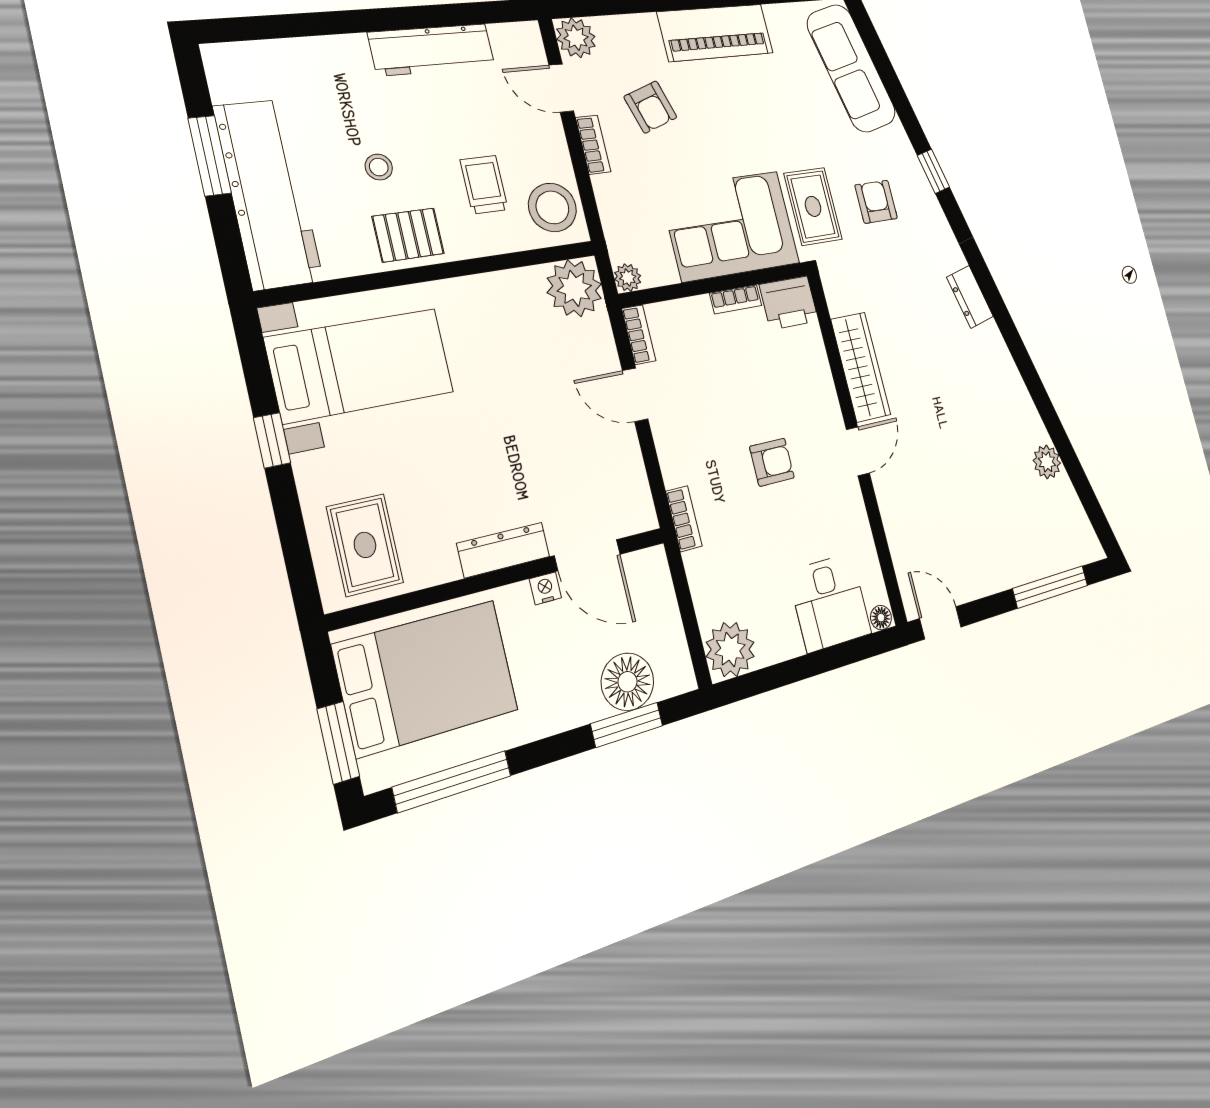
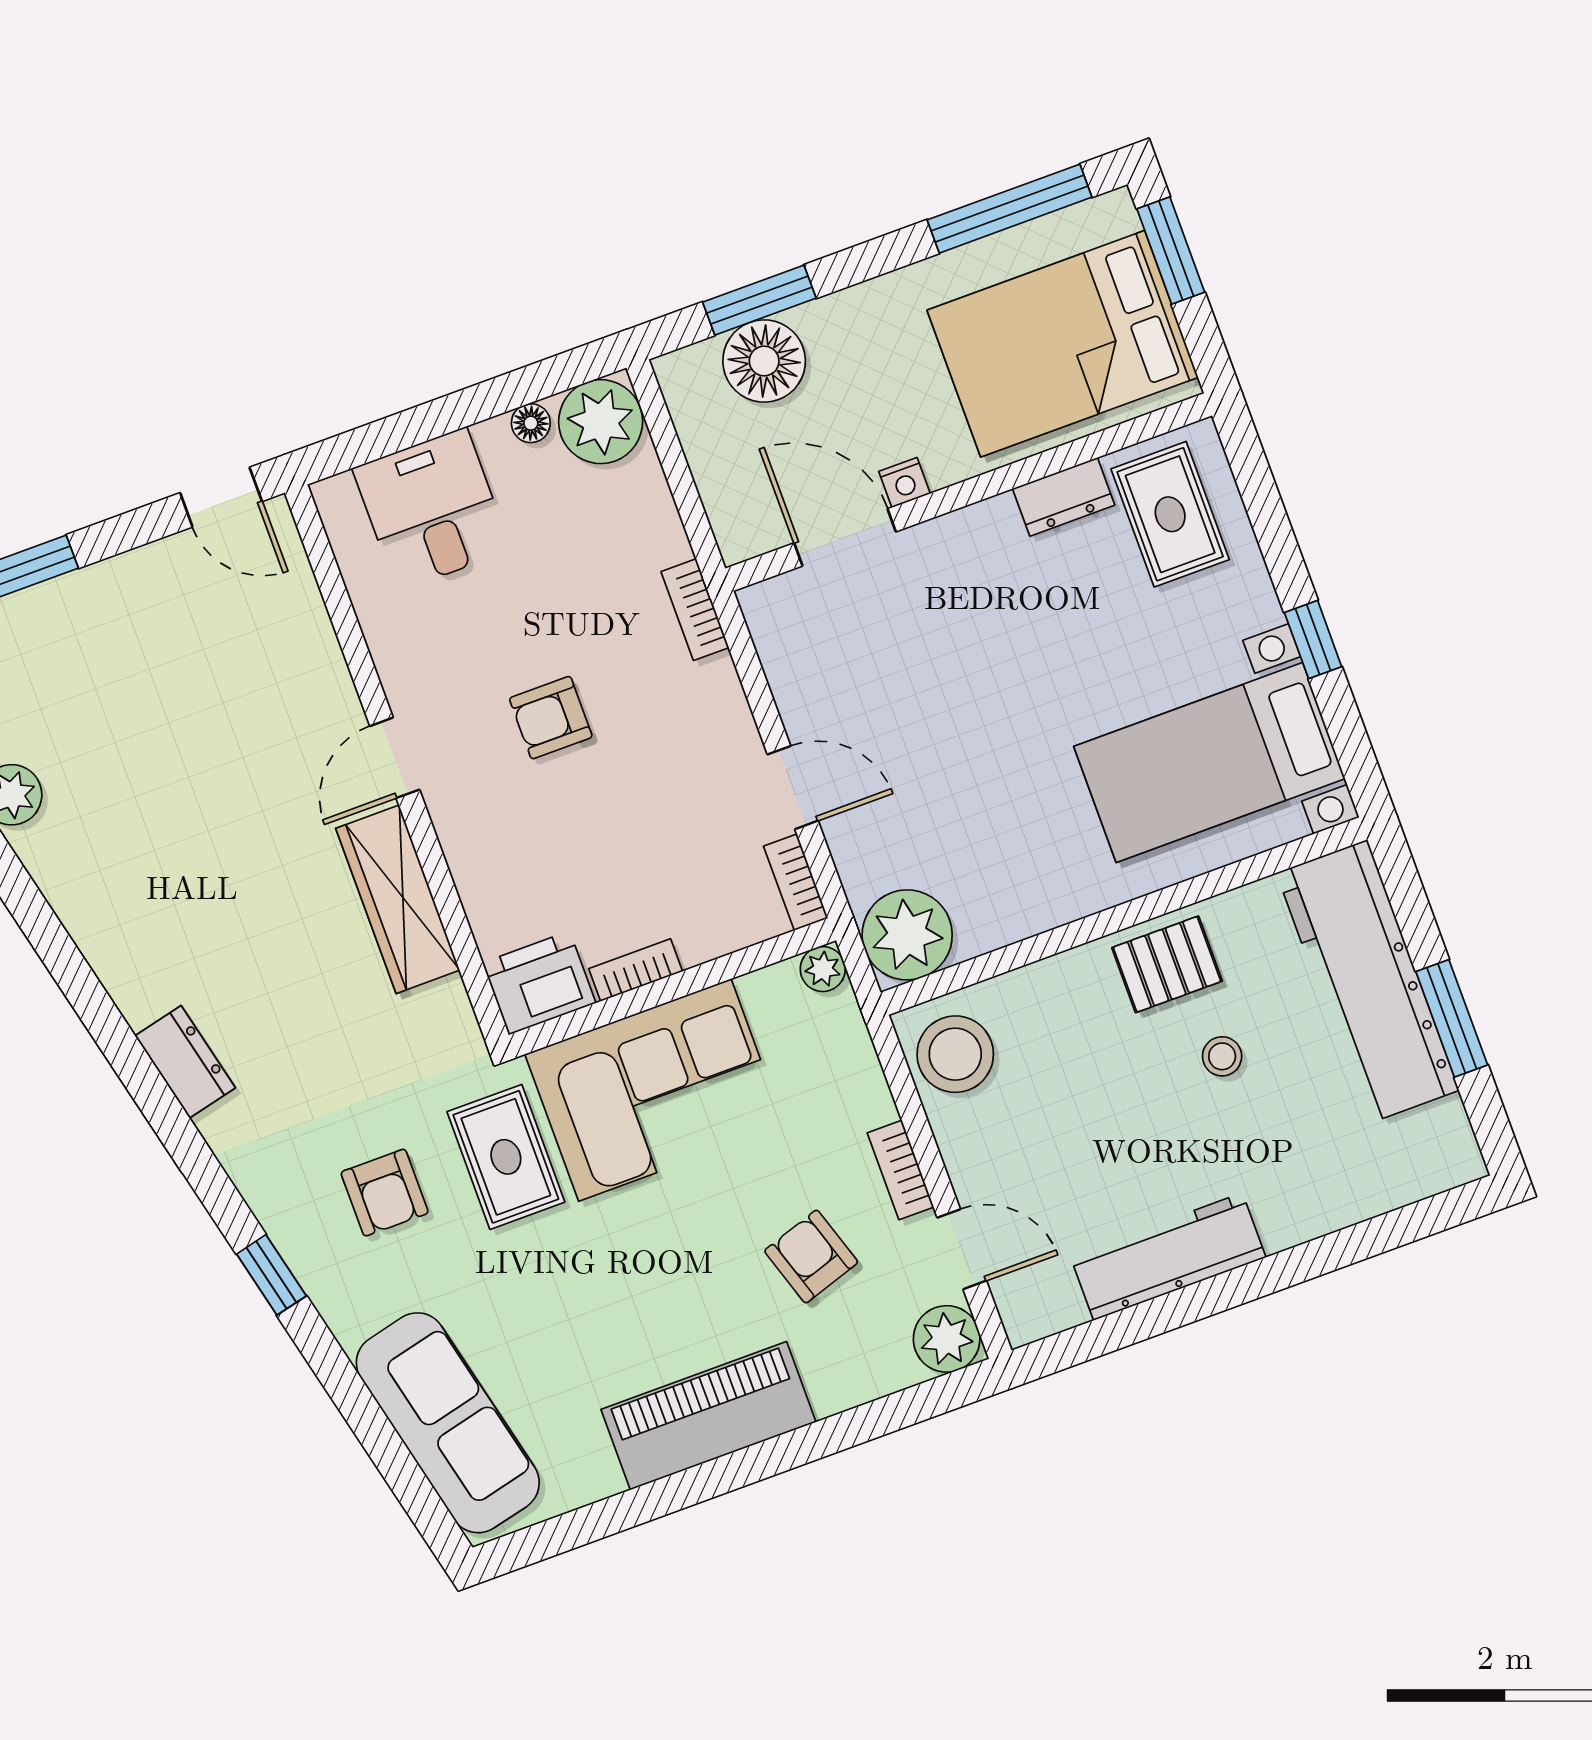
trolley: (484, 185) -> (1065, 1066), removed
dresser: (504, 550) -> (1064, 497), moved, width x0.70
floor lamp: (881, 618) -> (531, 423), moved

